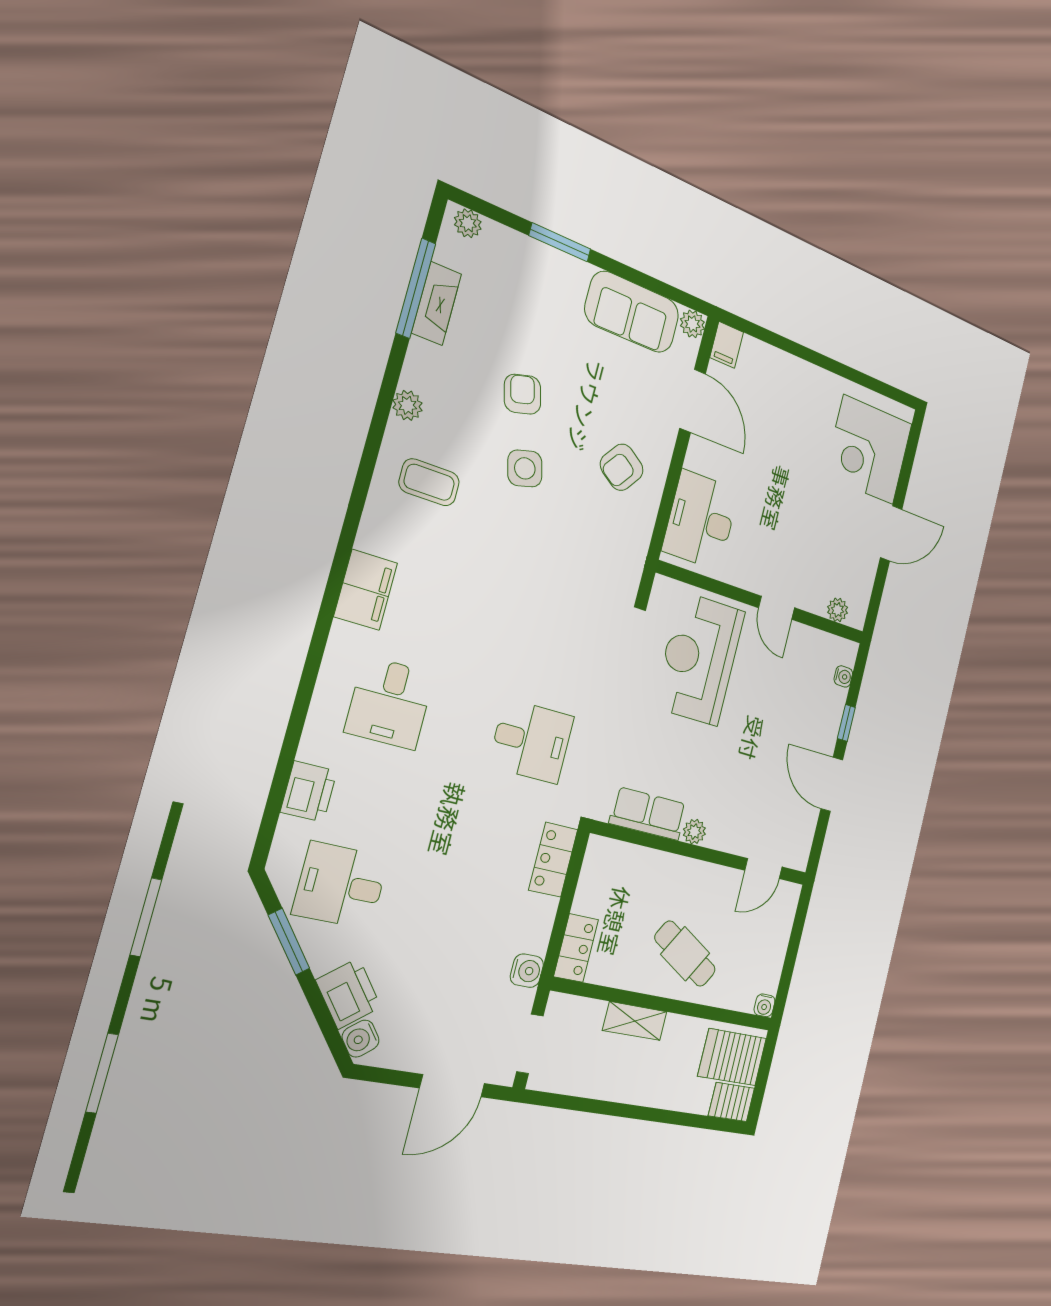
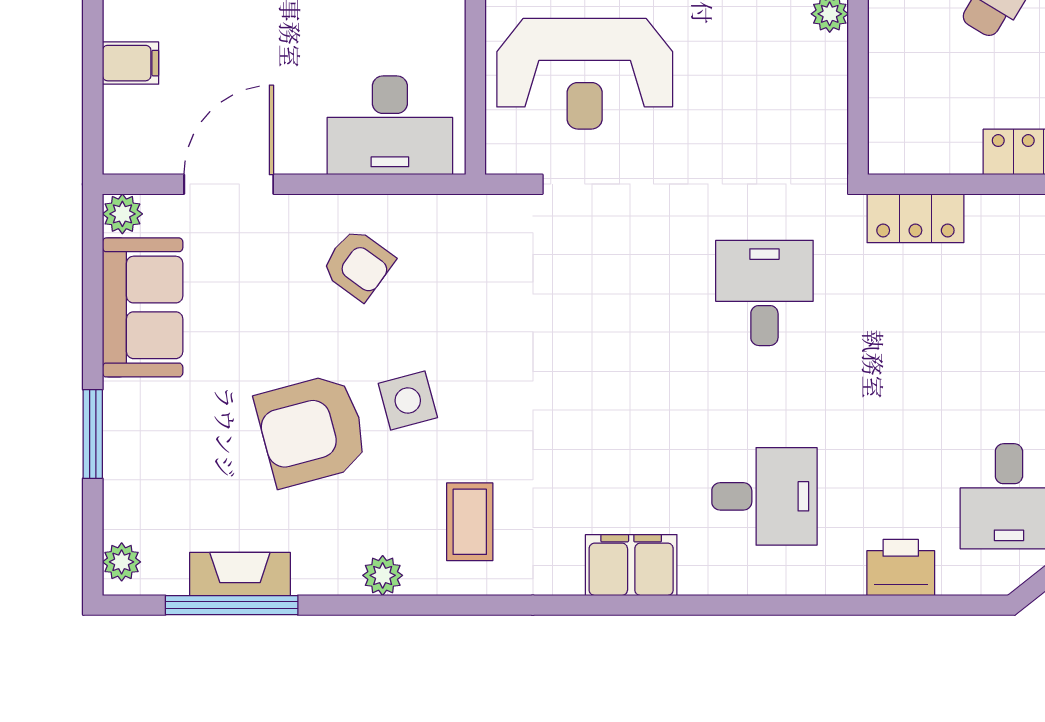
filing cabinet: (727, 345) -> (131, 63), moved
armchair: (523, 394) -> (312, 430), width x1.88, depth x1.88
row of seats: (648, 814) -> (821, 93), removed

